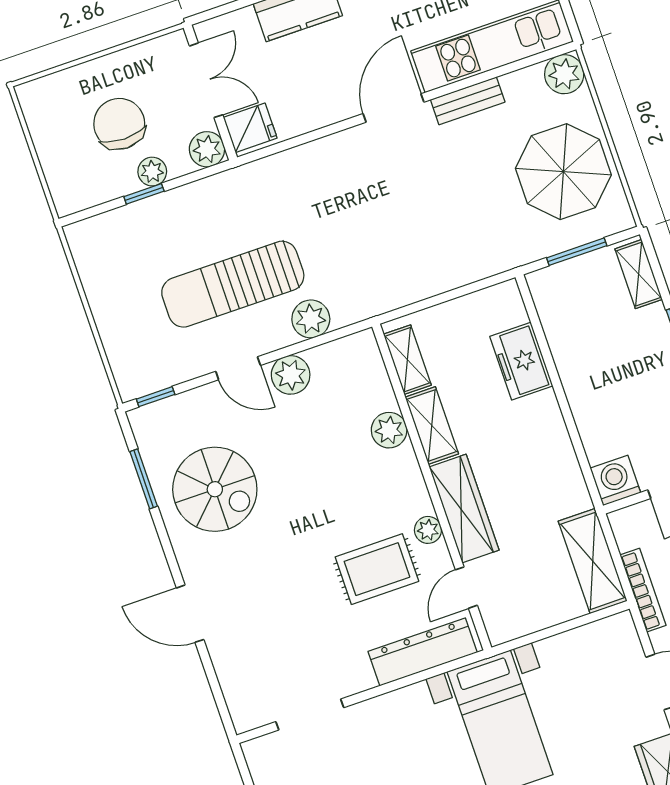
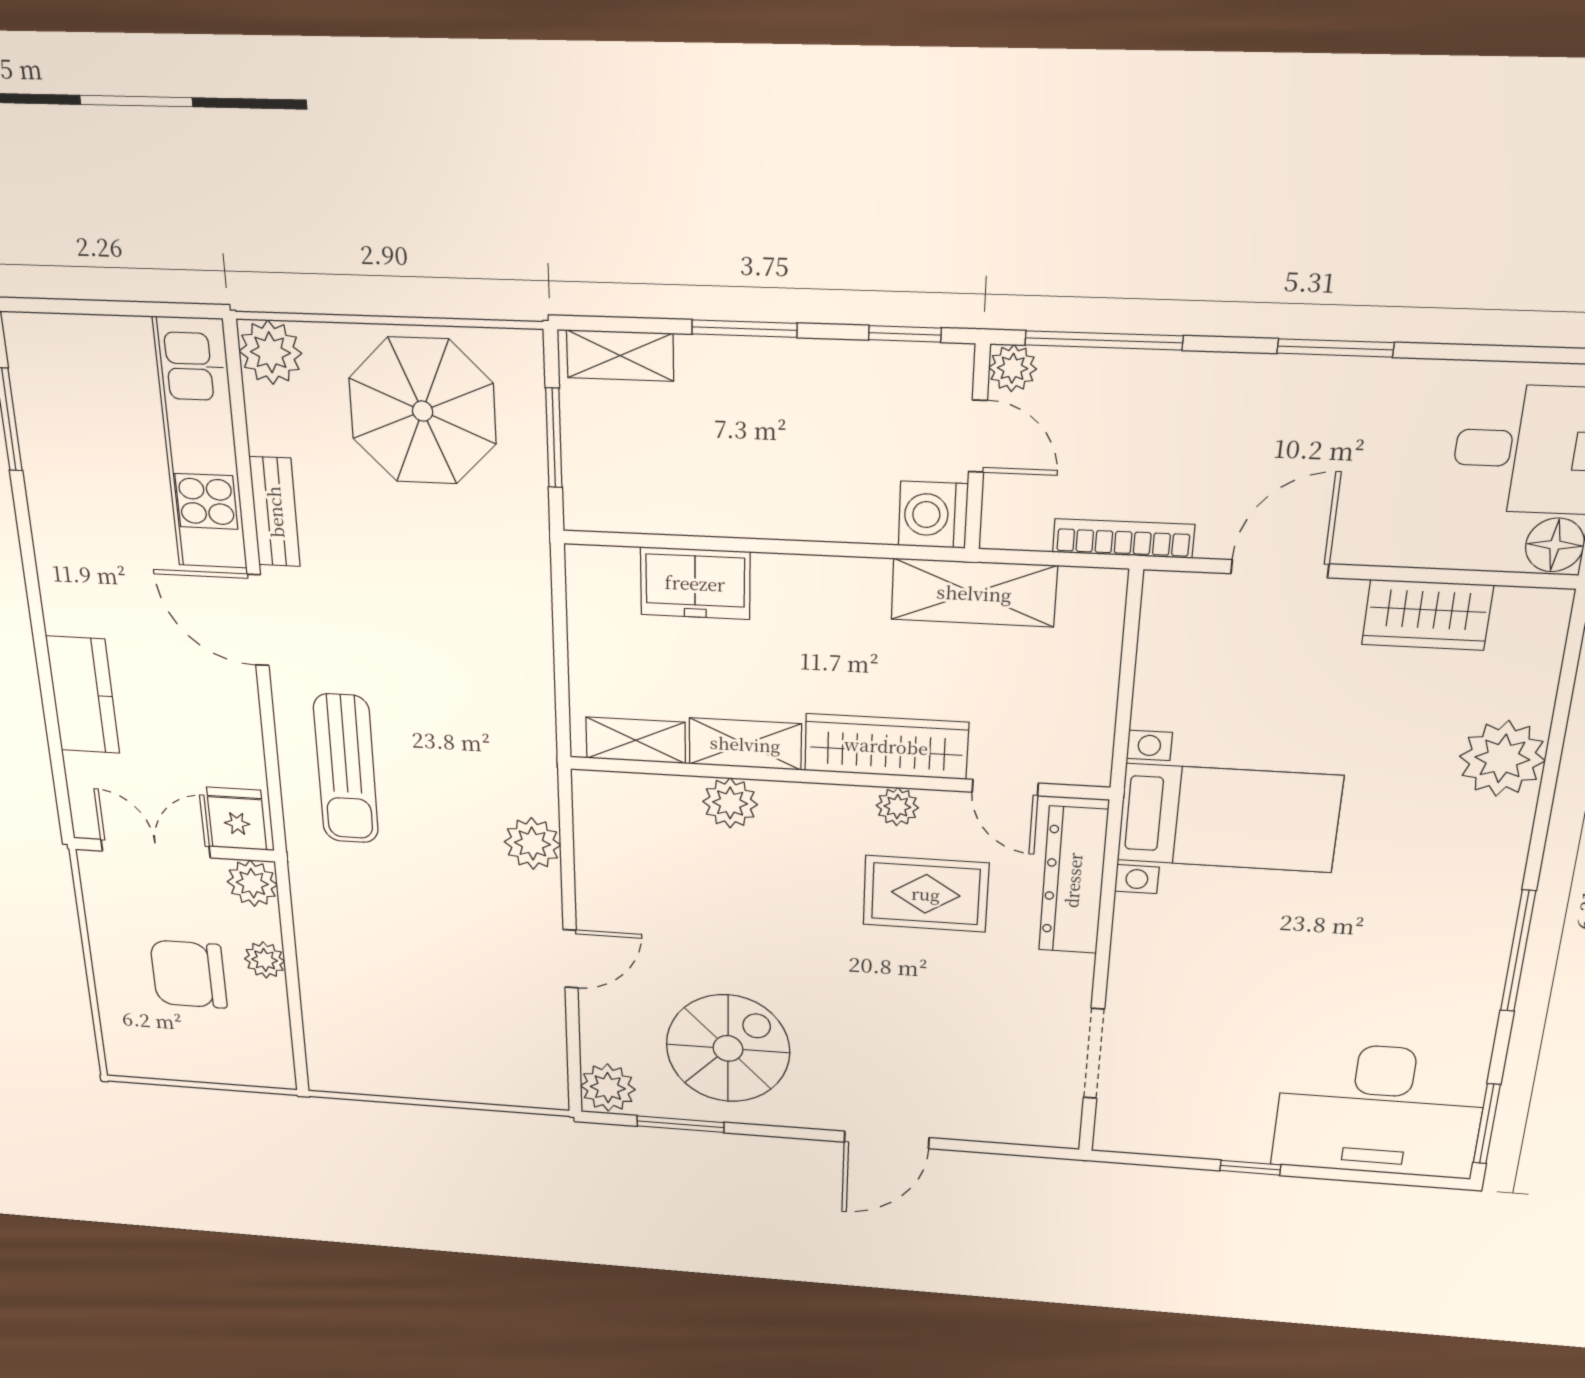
window: (144, 194) -> (292, 981), removed
sun lounger: (233, 284) -> (346, 769), moved, width x0.73, depth x0.75
plant: (291, 375) -> (608, 1088), moved
window: (156, 397) -> (574, 1070), removed
shelving: (593, 561) -> (974, 593), moved
rug: (377, 569) -> (926, 894), turned 90

